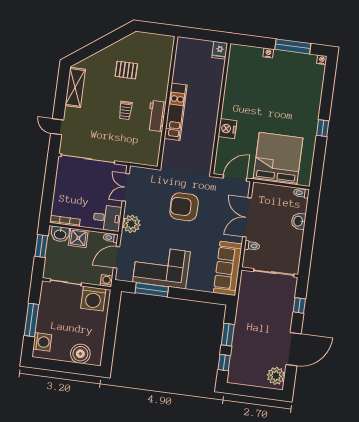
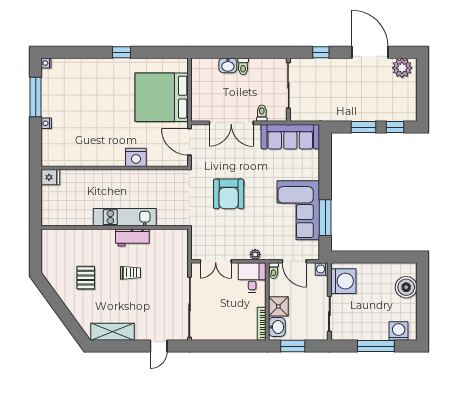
toilet: (301, 193) -> (243, 66), moved
plant: (131, 224) -> (255, 254), width x0.53, depth x0.53

